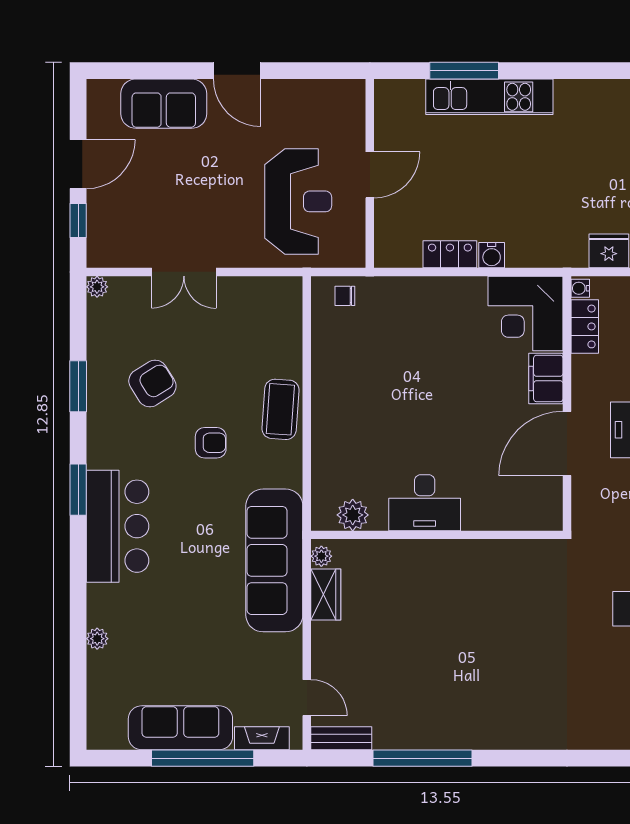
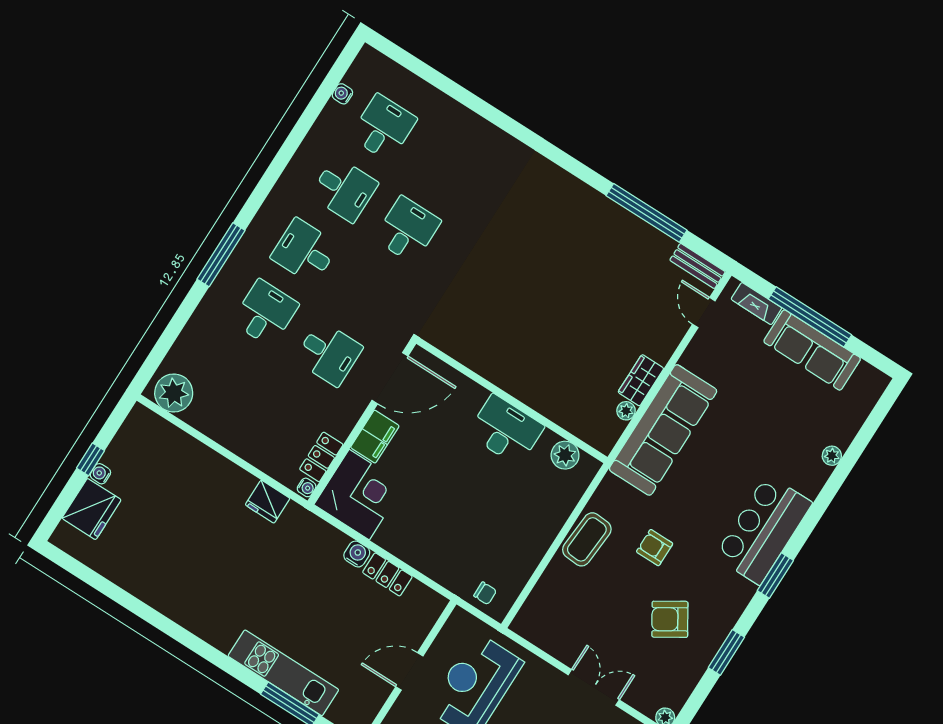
desk: (425, 503) -> (506, 430), moved
plant: (353, 515) -> (565, 455), moved
wall: (437, 535) -> (512, 400), moved

